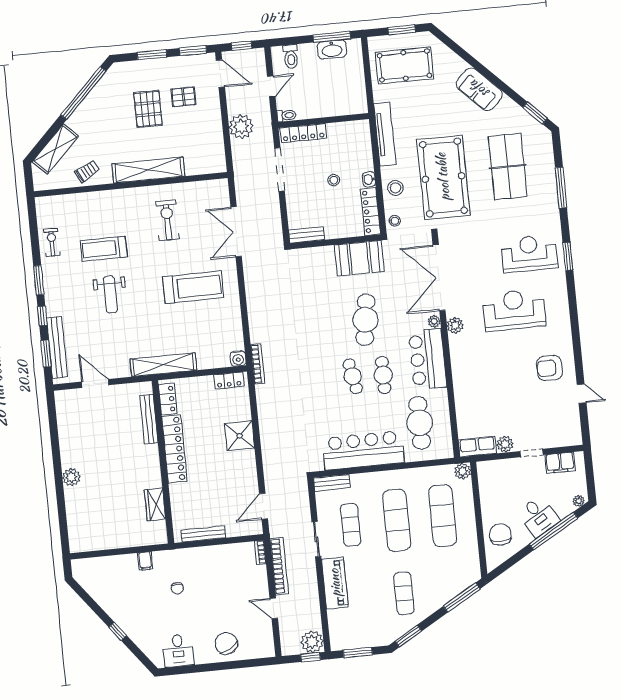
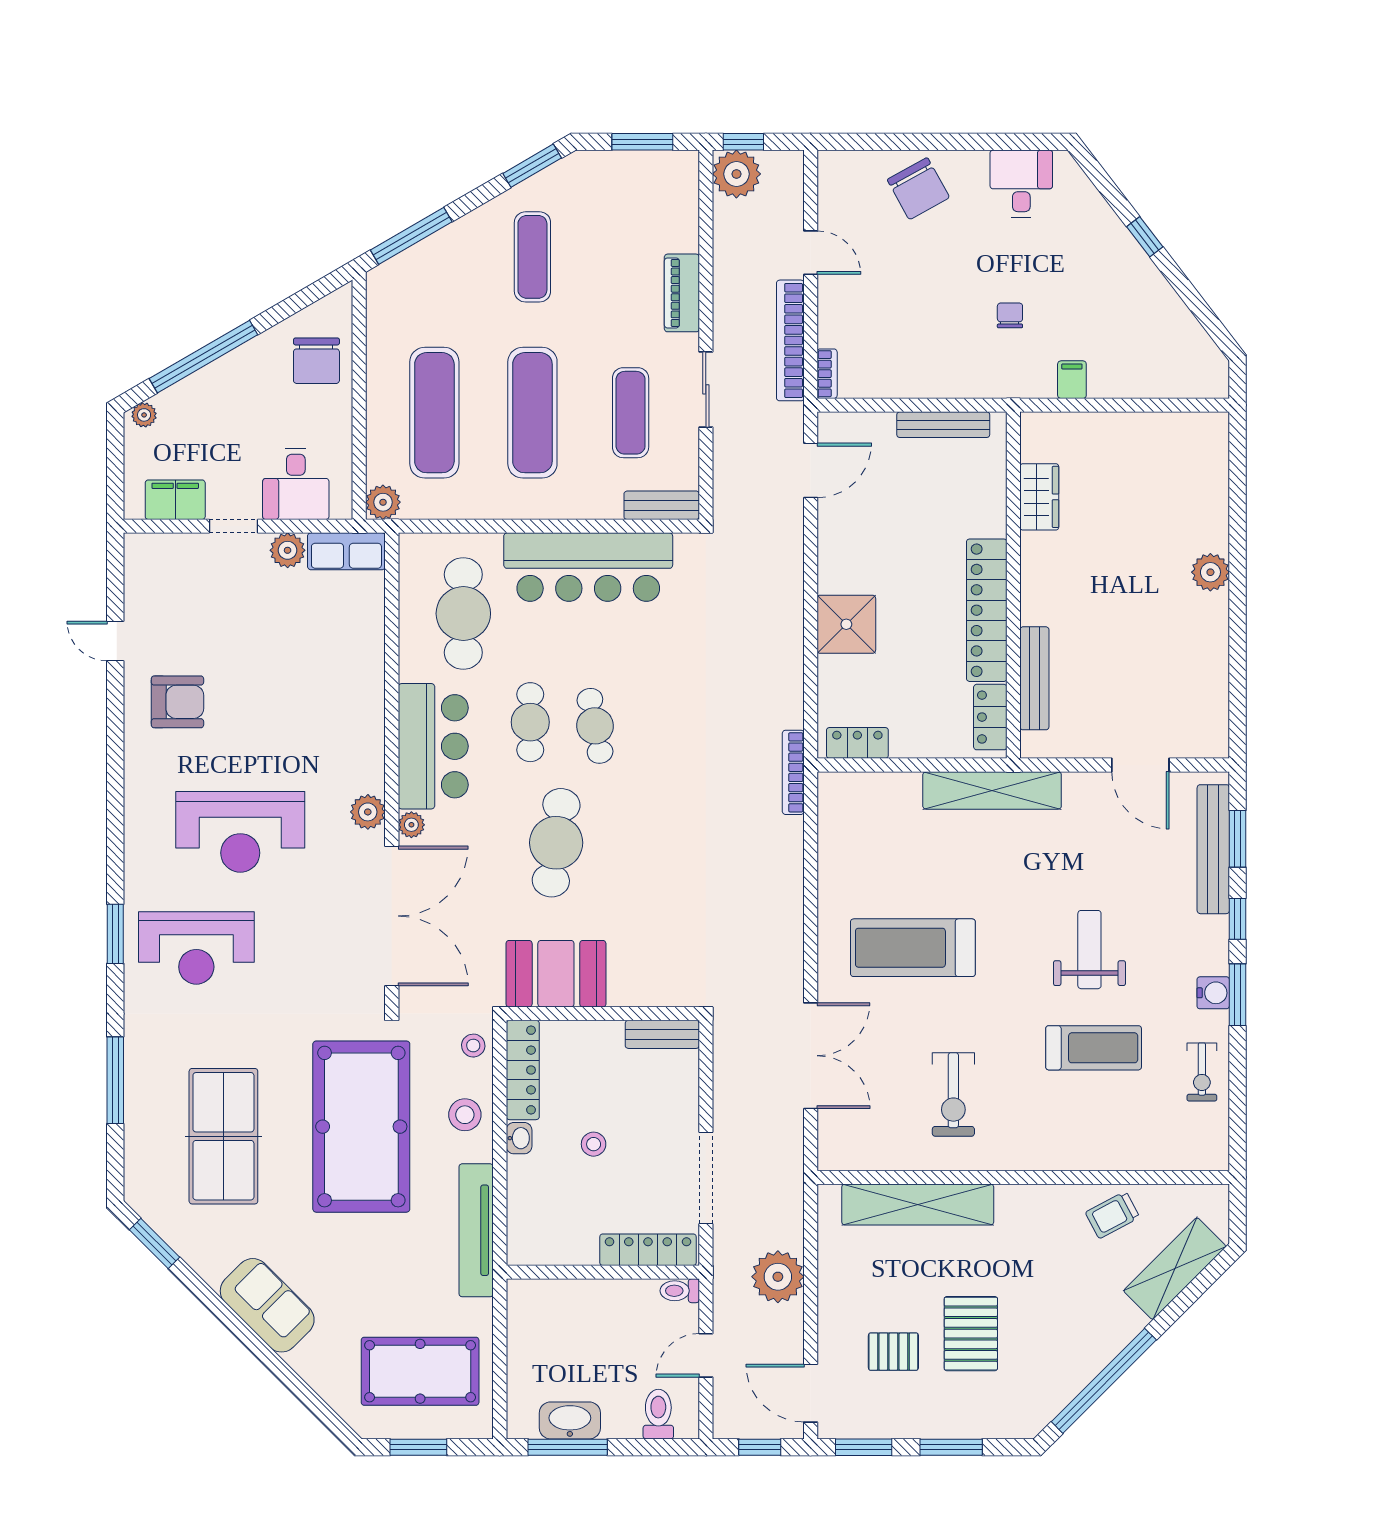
shelving: (148, 170) -> (918, 1205), moved
water cooler: (238, 358) -> (1213, 993), moved, turned 90
desk: (539, 516) -> (296, 484), moved, turned -150
piano: (335, 583) -> (682, 293), width x0.73, depth x0.75

